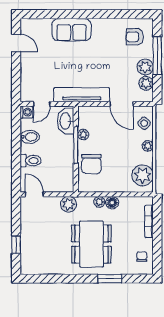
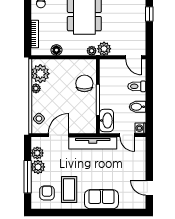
armchair: (135, 37) -> (47, 193), turned -90
coffee table: (109, 41) -> (69, 189), added
door: (42, 104) -> (127, 135), swing flipped
door: (122, 104) -> (58, 135), hinge flipped
plant: (83, 135) -> (91, 109), removed
plant: (148, 146) -> (36, 88), moved
plant: (99, 202) -> (92, 51), moved
floor lamp: (112, 203) -> (56, 50), moved

